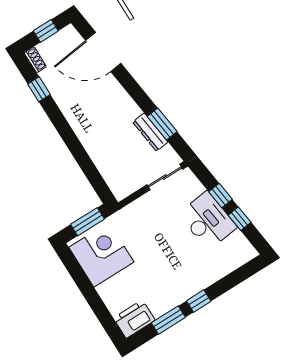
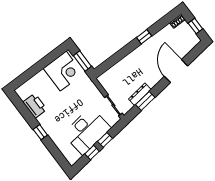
door: (103, 52) -> (176, 71), moved
window: (39, 89) -> (144, 37), moved
desk: (208, 221) -> (87, 131), width x1.36, depth x1.30
printer: (134, 319) -> (35, 106), moved
window: (168, 320) -> (27, 115), removed

